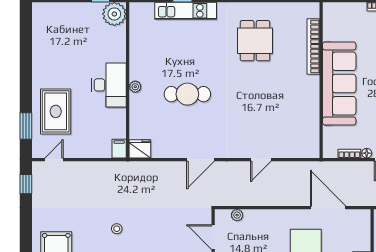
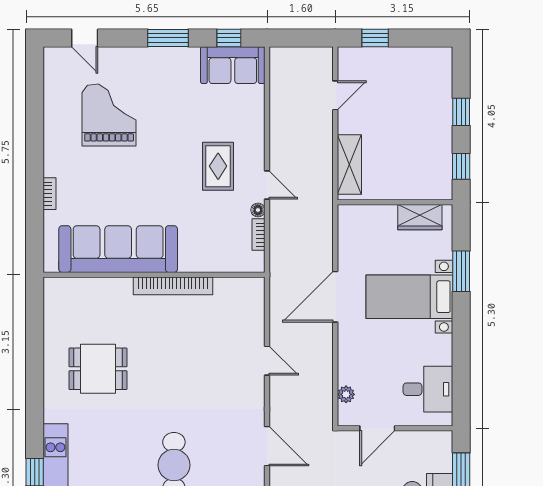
bookcase: (313, 46) -> (173, 286), moved
sofa: (339, 84) -> (118, 249), moved
door: (328, 208) -> (335, 297), moved

